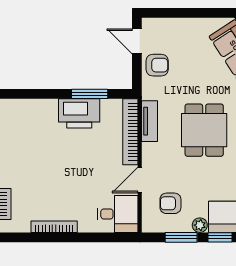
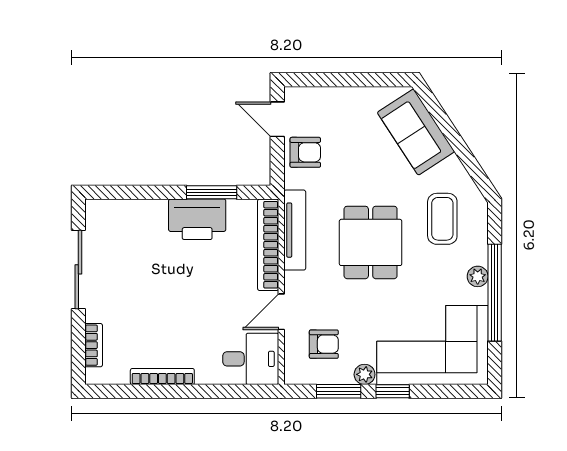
tv unit: (149, 121) -> (295, 230), width x1.41
armchair: (170, 203) -> (324, 344), turned 180

